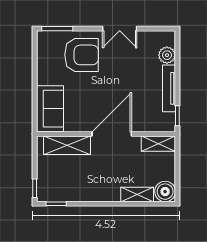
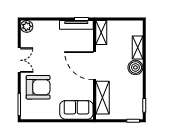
armchair: (82, 55) -> (38, 87), turned 90
plant: (167, 55) -> (27, 26), moved
tv unit: (169, 88) -> (76, 25), moved
boiler: (165, 192) -> (135, 67), moved

